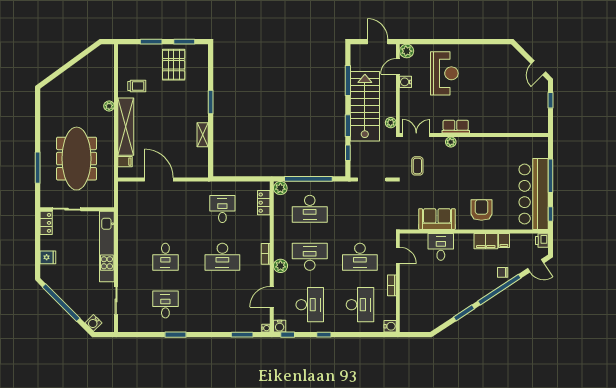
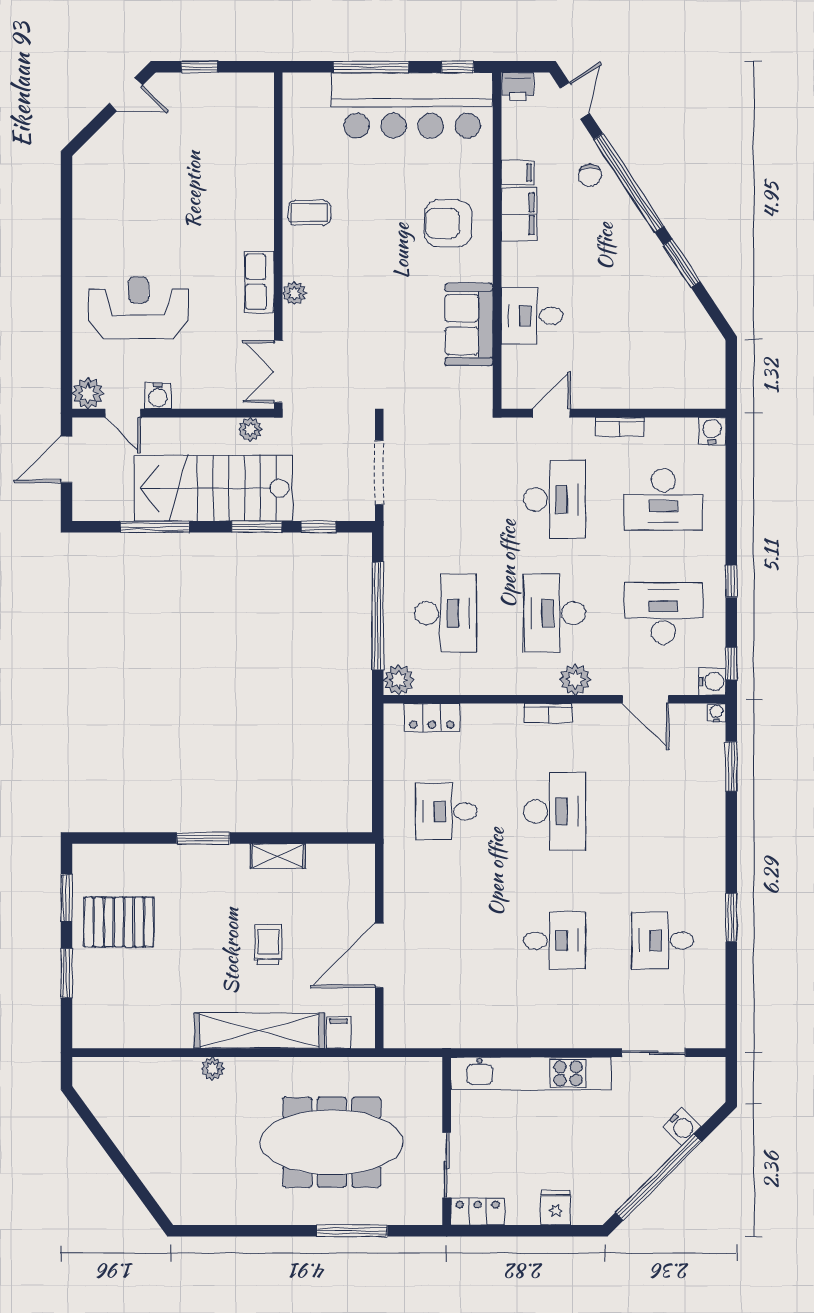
trolley: (137, 86) -> (268, 945), moved
coffee table: (417, 166) -> (309, 213), moved
desk: (360, 305) -> (663, 499), turned 180
water cooler: (93, 323) -> (682, 1127), moved

